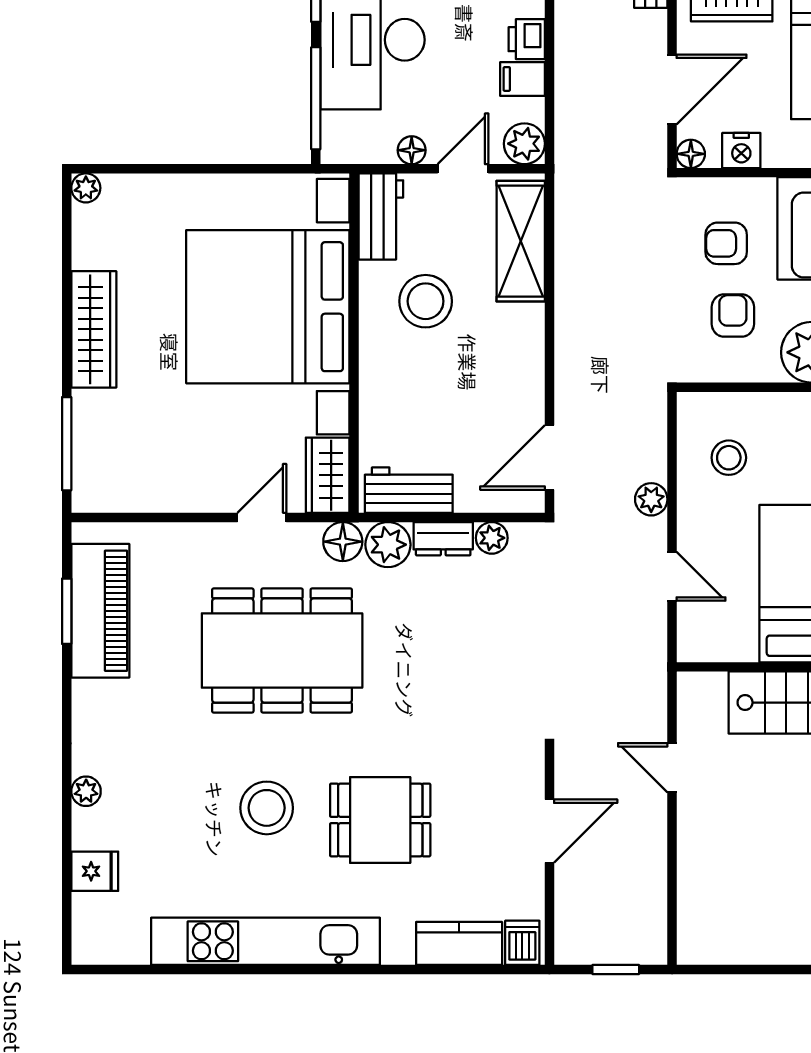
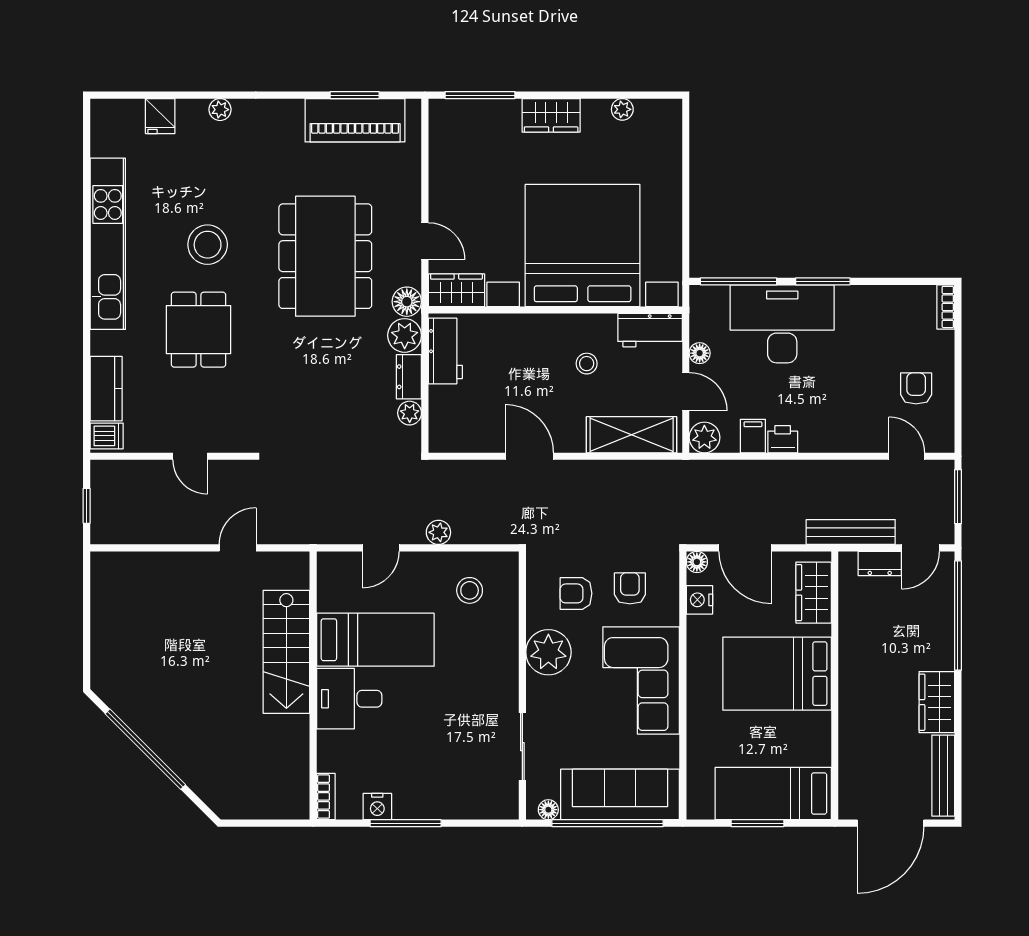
plant: (86, 188) -> (622, 109), moved
stool: (426, 301) -> (587, 364), width x0.53, depth x0.53
armchair: (733, 315) -> (576, 593), turned 180
wardrobe: (94, 329) -> (551, 115), width x0.67
door: (549, 457) -> (529, 456), moved
door: (549, 831) -> (190, 456), width x0.73

